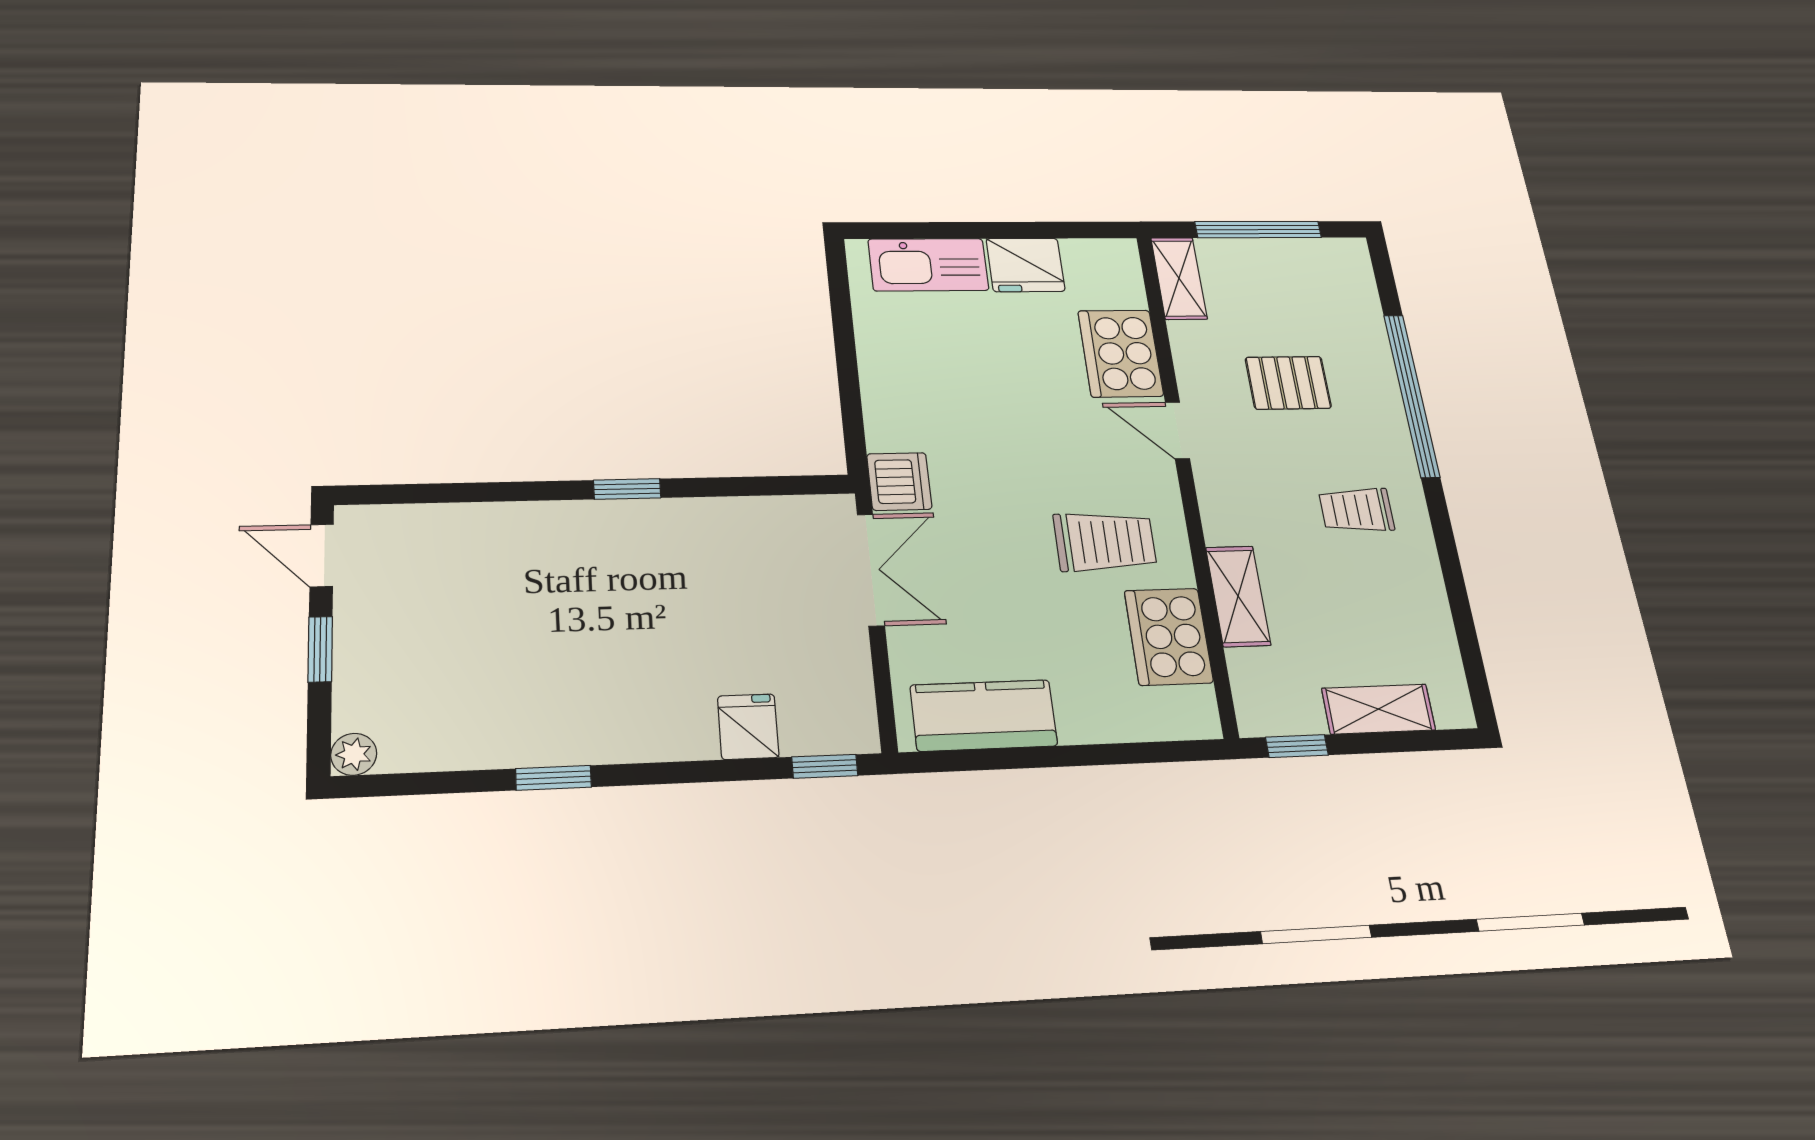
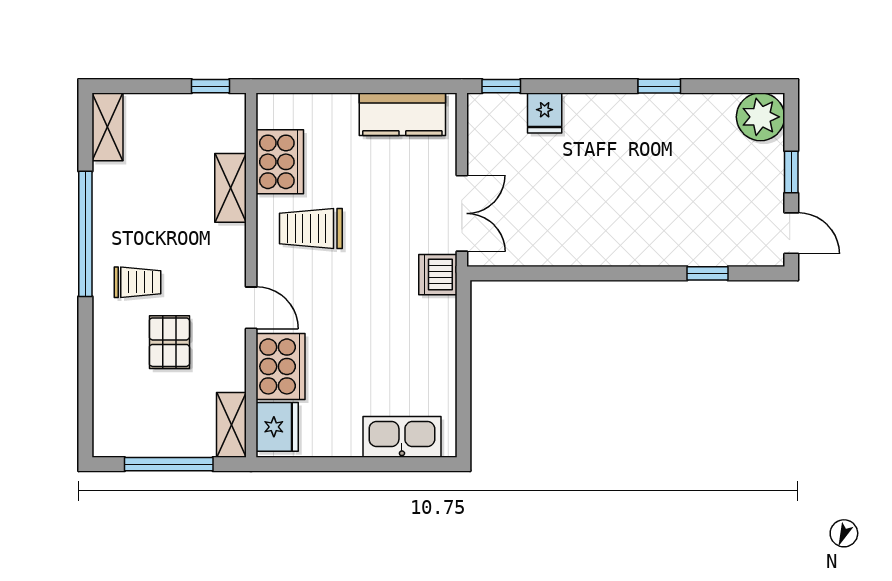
fridge: (1025, 265) -> (277, 427), moved, turned 90
pallet: (1288, 383) -> (169, 342), turned 90
window: (1412, 395) -> (85, 234), moved
window: (627, 489) -> (708, 273), moved
trolley: (1357, 510) -> (138, 282), moved
double door: (871, 570) -> (462, 213), swing flipped
shelving: (1379, 709) -> (107, 127), moved, turned 90
plant: (354, 754) -> (761, 117), width x1.88, depth x1.88

